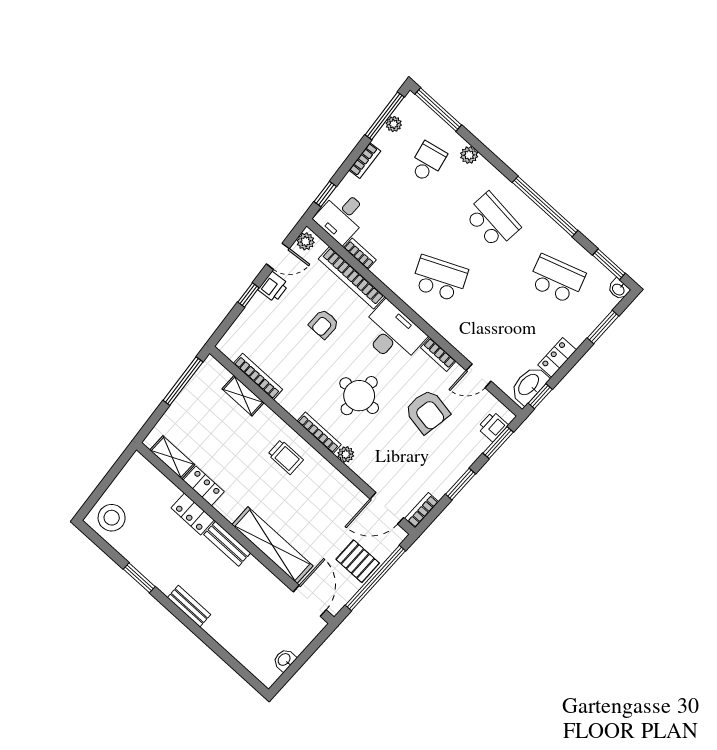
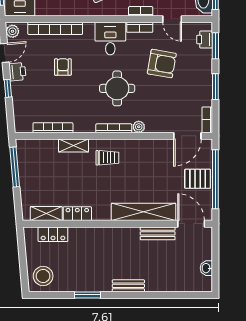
bookcase: (360, 254) -> (141, 11), moved
armchair: (324, 324) -> (63, 67), turned 180
desk: (392, 334) -> (110, 39), width x0.73
door: (479, 376) -> (172, 19), hinge flipped
shelving: (243, 396) -> (73, 146), moved
locker: (193, 514) -> (53, 234), moved
bench: (227, 544) -> (158, 233), moved

